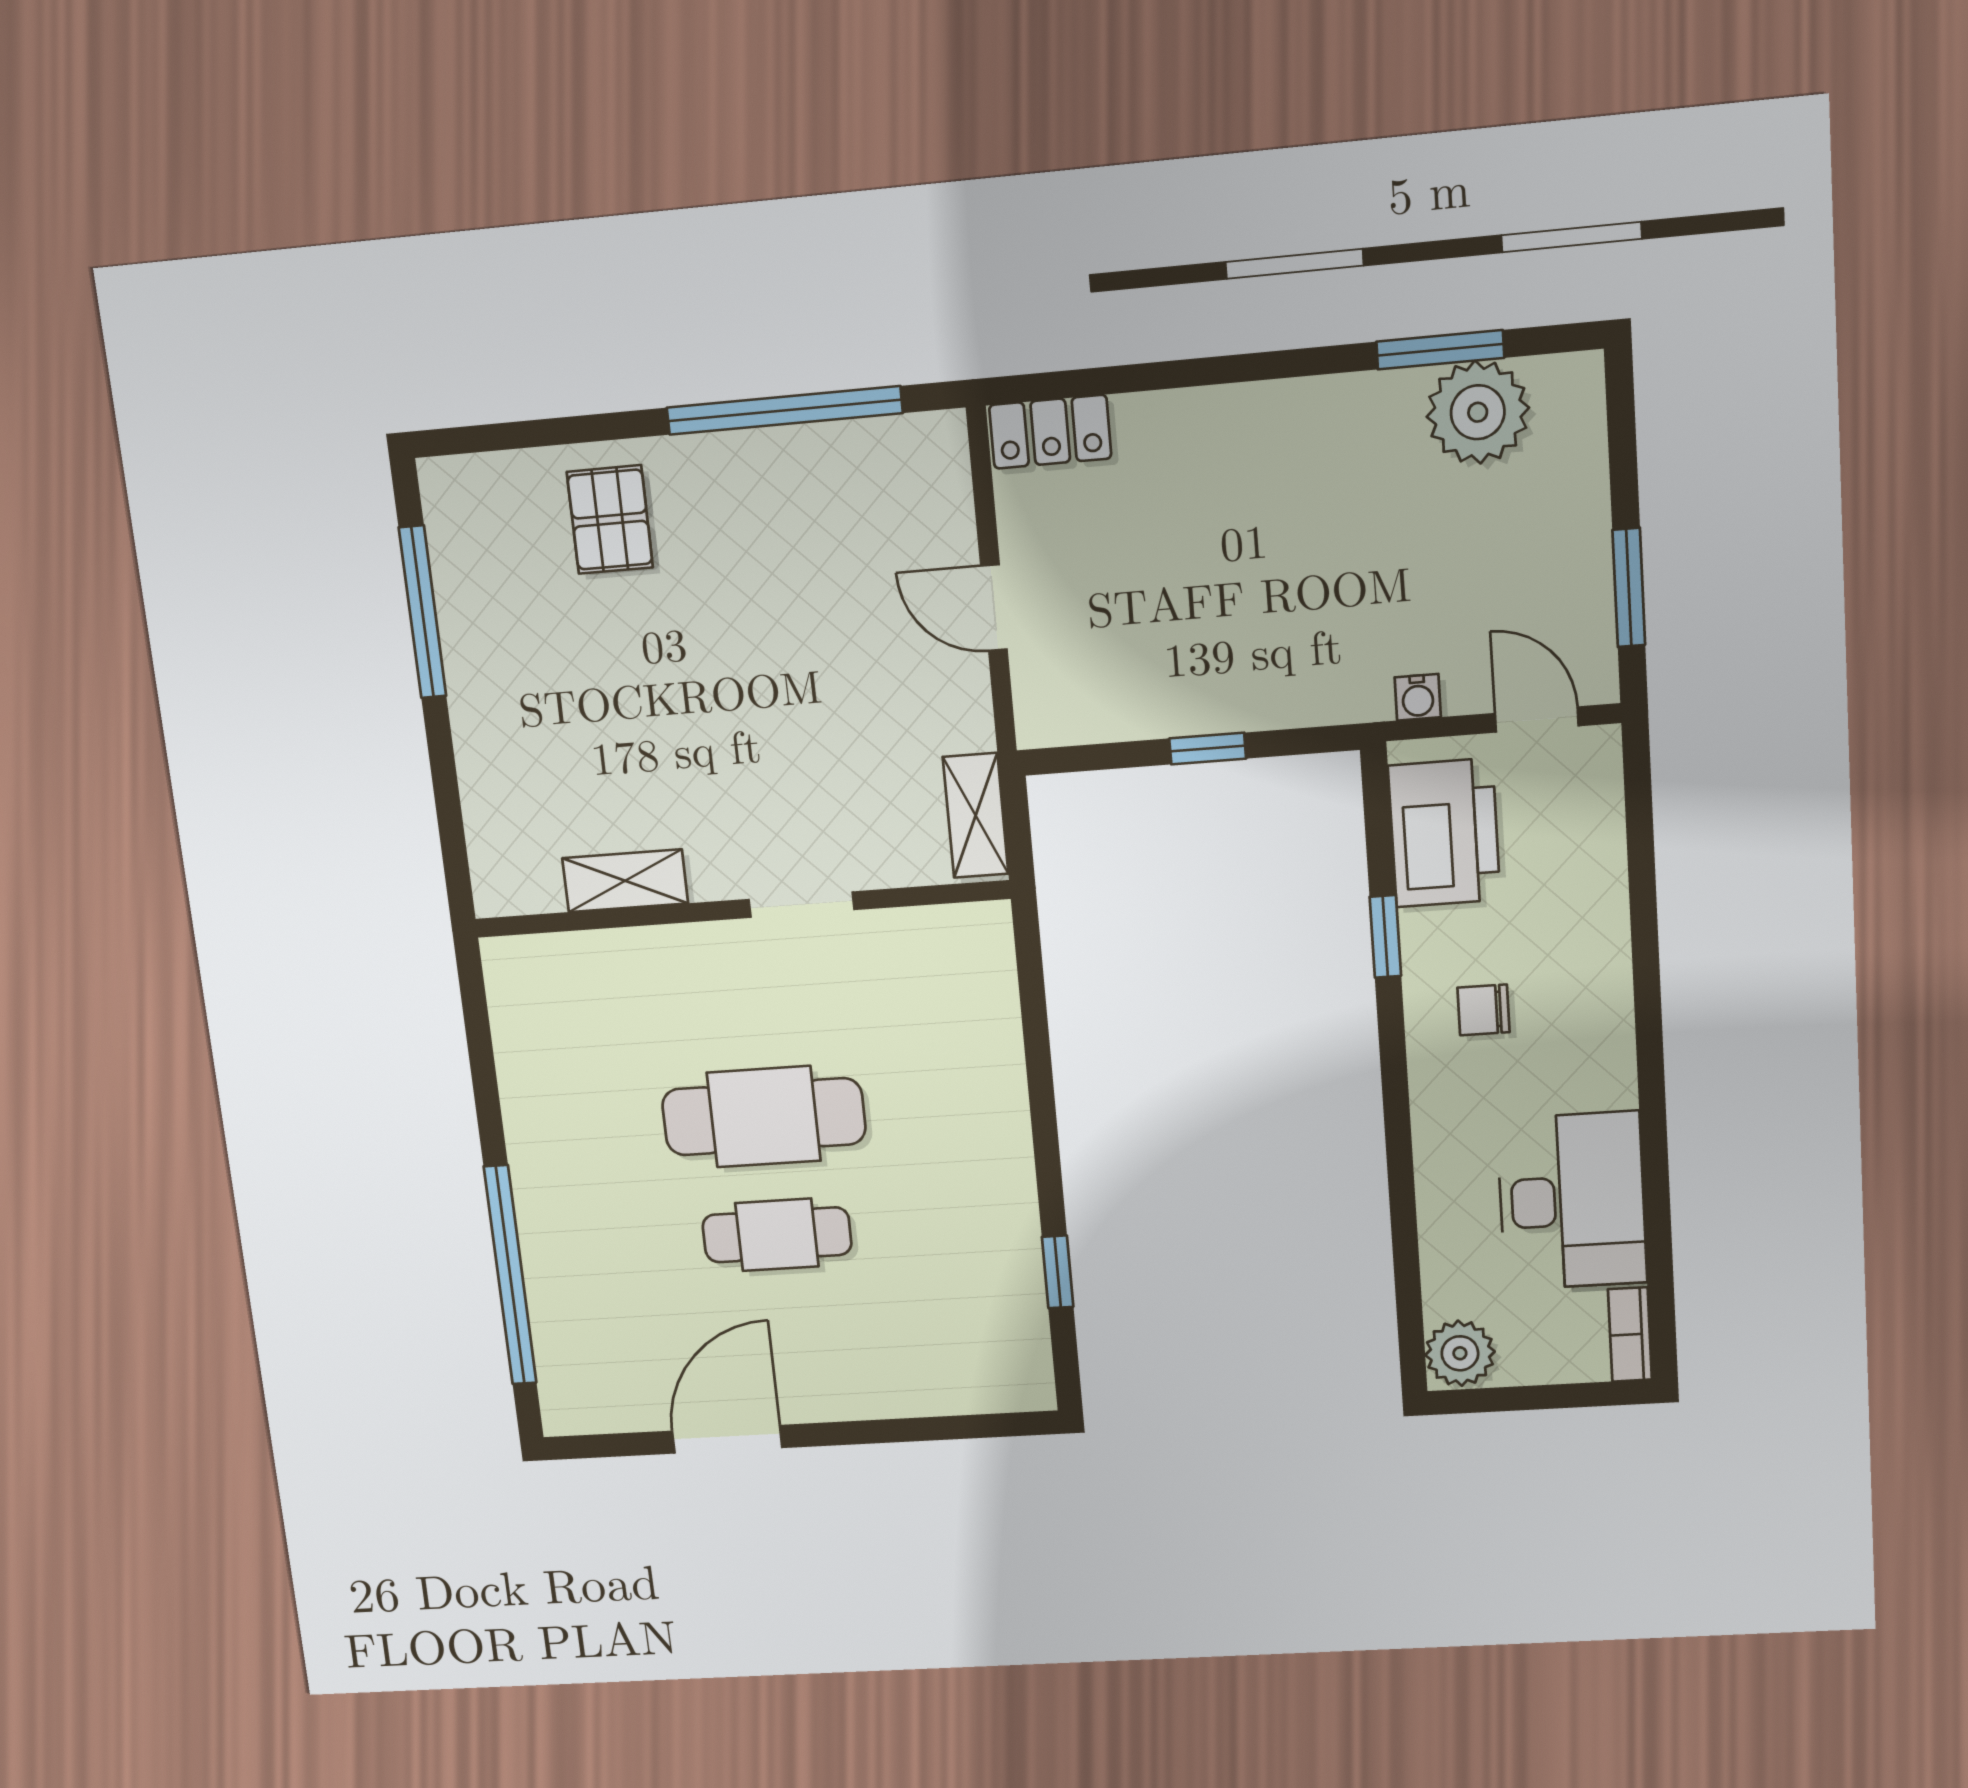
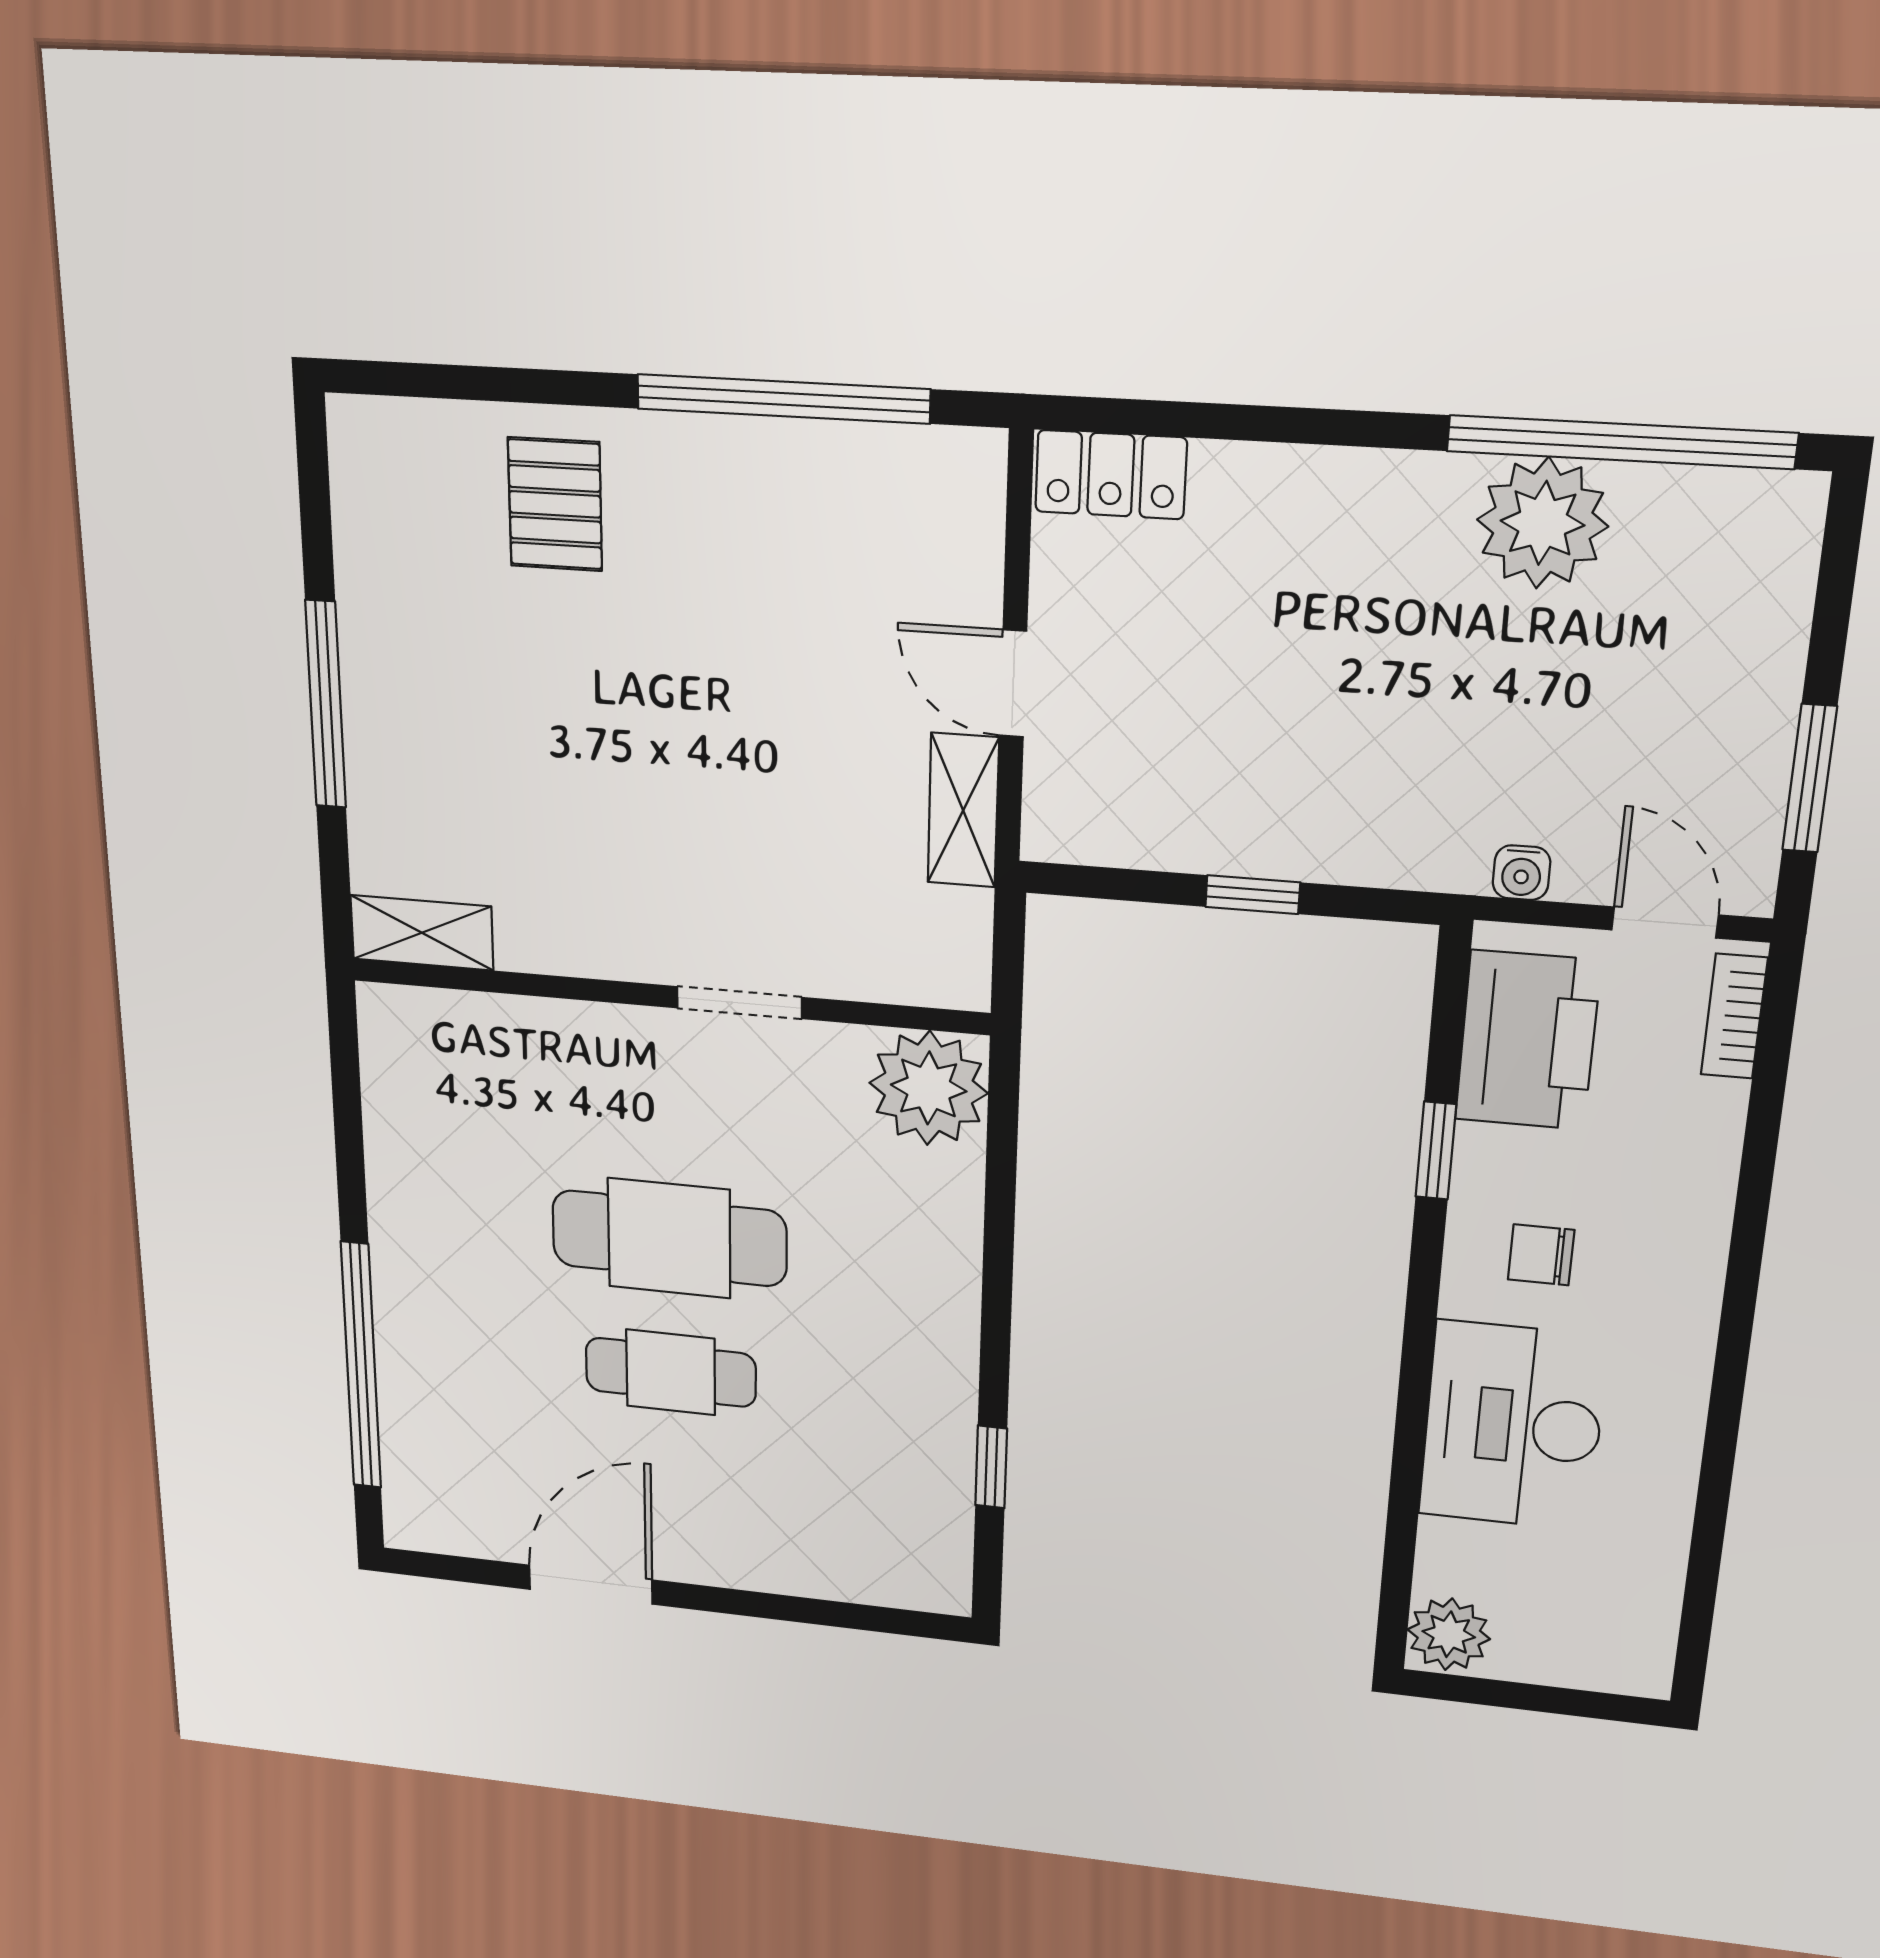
window: (1440, 350) -> (1621, 442), width x2.11
plant: (1478, 412) -> (1543, 523), moved
window: (423, 612) -> (326, 705), moved
shelving: (976, 815) -> (963, 810), moved
shelving: (625, 881) -> (422, 933), moved
plant: (966, 951) -> (929, 1088), added
desk: (1572, 1201) -> (1513, 1426), moved, turned 180
bookcase: (1630, 1334) -> (1734, 1016), moved

